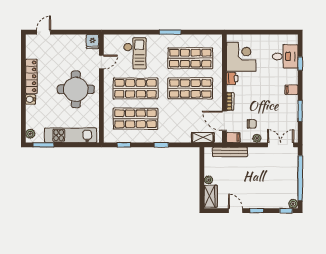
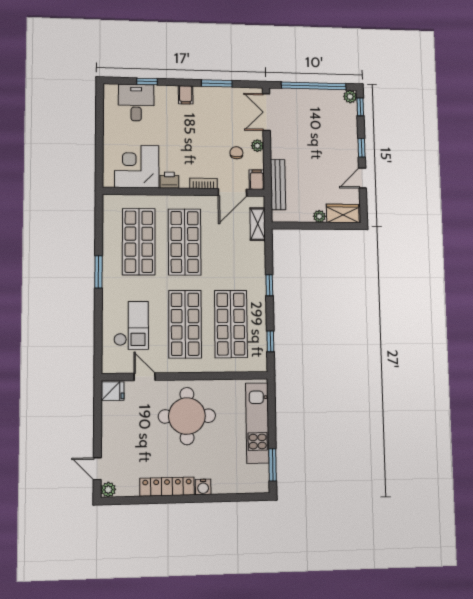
checkout: (135, 53) -> (131, 325), turned 90
plant: (30, 134) -> (108, 490), moved

